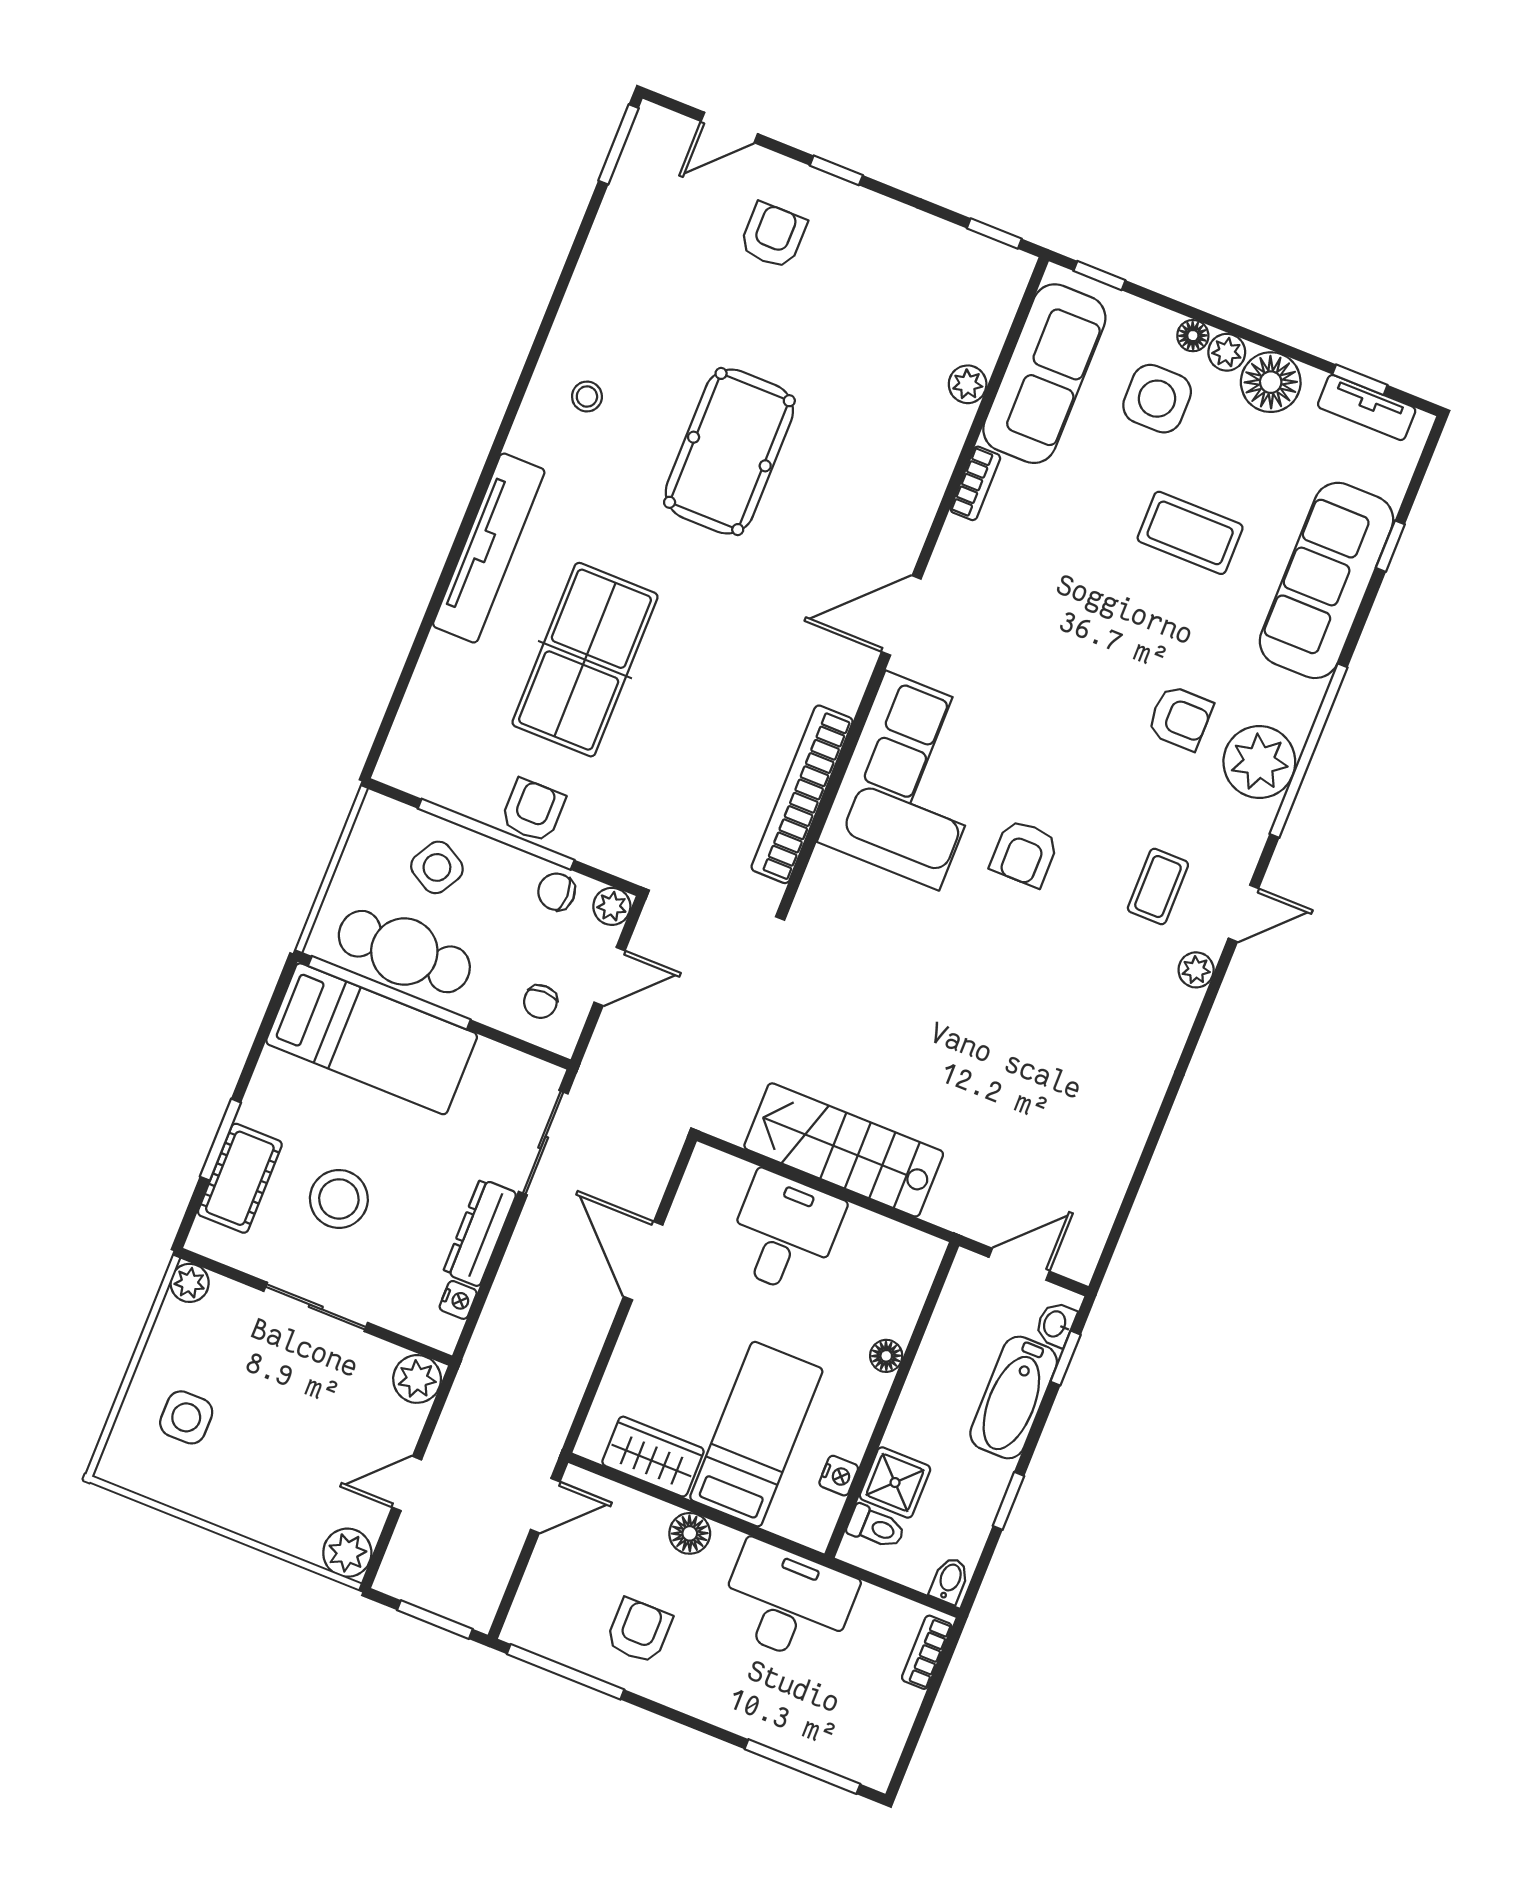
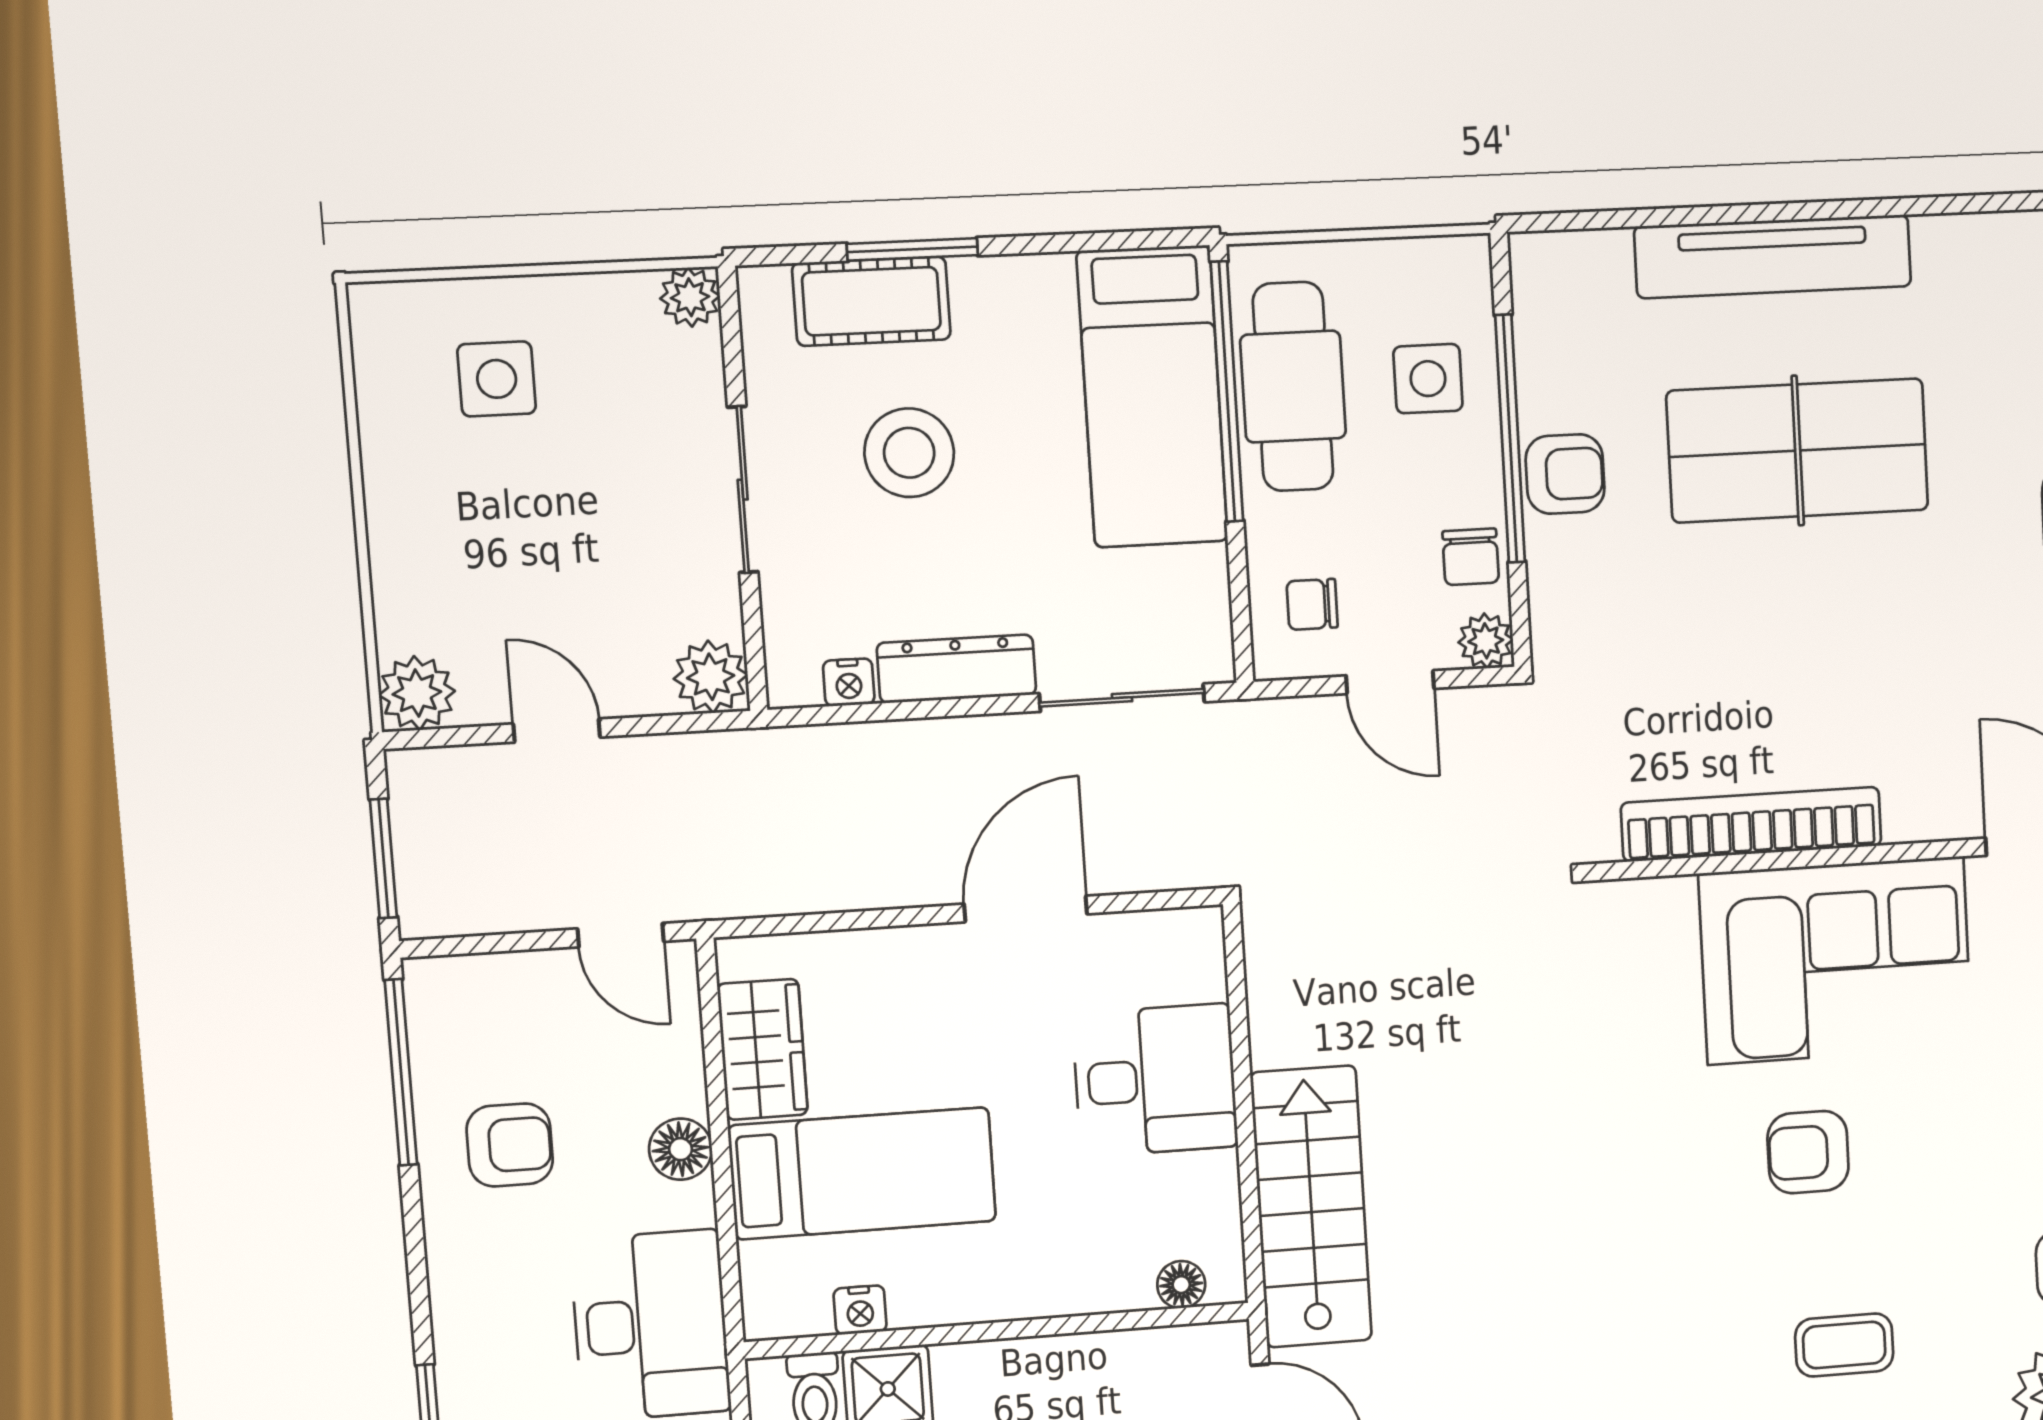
tv unit: (489, 548) -> (1773, 256), moved
side table: (437, 867) -> (1428, 379), turned -30
chair: (556, 892) -> (1471, 557), turned 180
stairs: (844, 1150) -> (1311, 1207), moved
floor lamp: (886, 1356) -> (1181, 1285), moved

